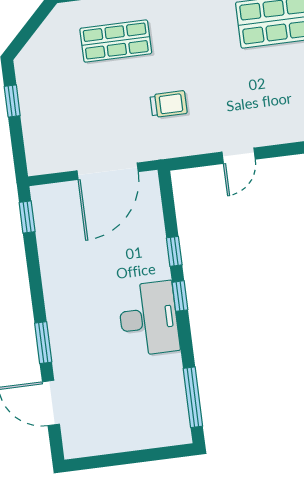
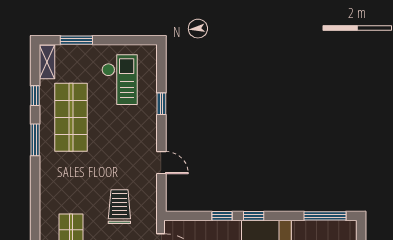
trolley: (169, 104) -> (119, 207), width x1.36, depth x1.39

